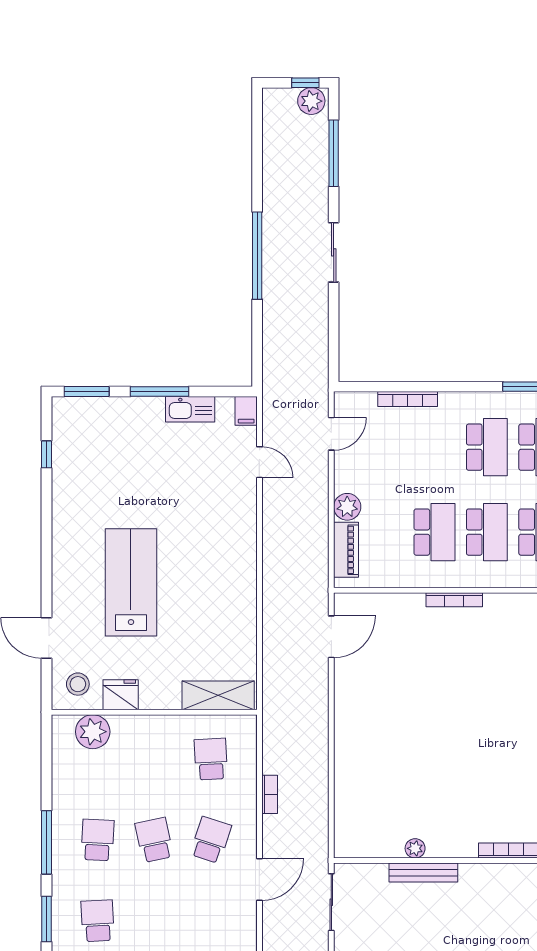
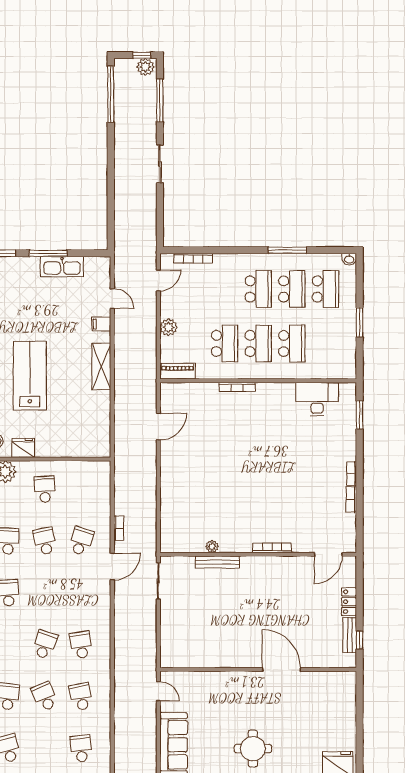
window: (257, 256) -> (111, 94), moved
bookcase: (408, 399) -> (193, 258), moved
kitchen sink: (190, 409) -> (62, 267), width x1.36, depth x1.24
filing cabinet: (246, 411) -> (101, 324), moved, turned 90
piano: (346, 550) -> (178, 371), moved, turned -90
door: (331, 637) -> (158, 426), moved
shelving: (218, 695) -> (101, 367), moved, turned 90
school desk: (211, 759) -> (45, 489), moved
bookcase: (270, 794) -> (119, 528), moved

